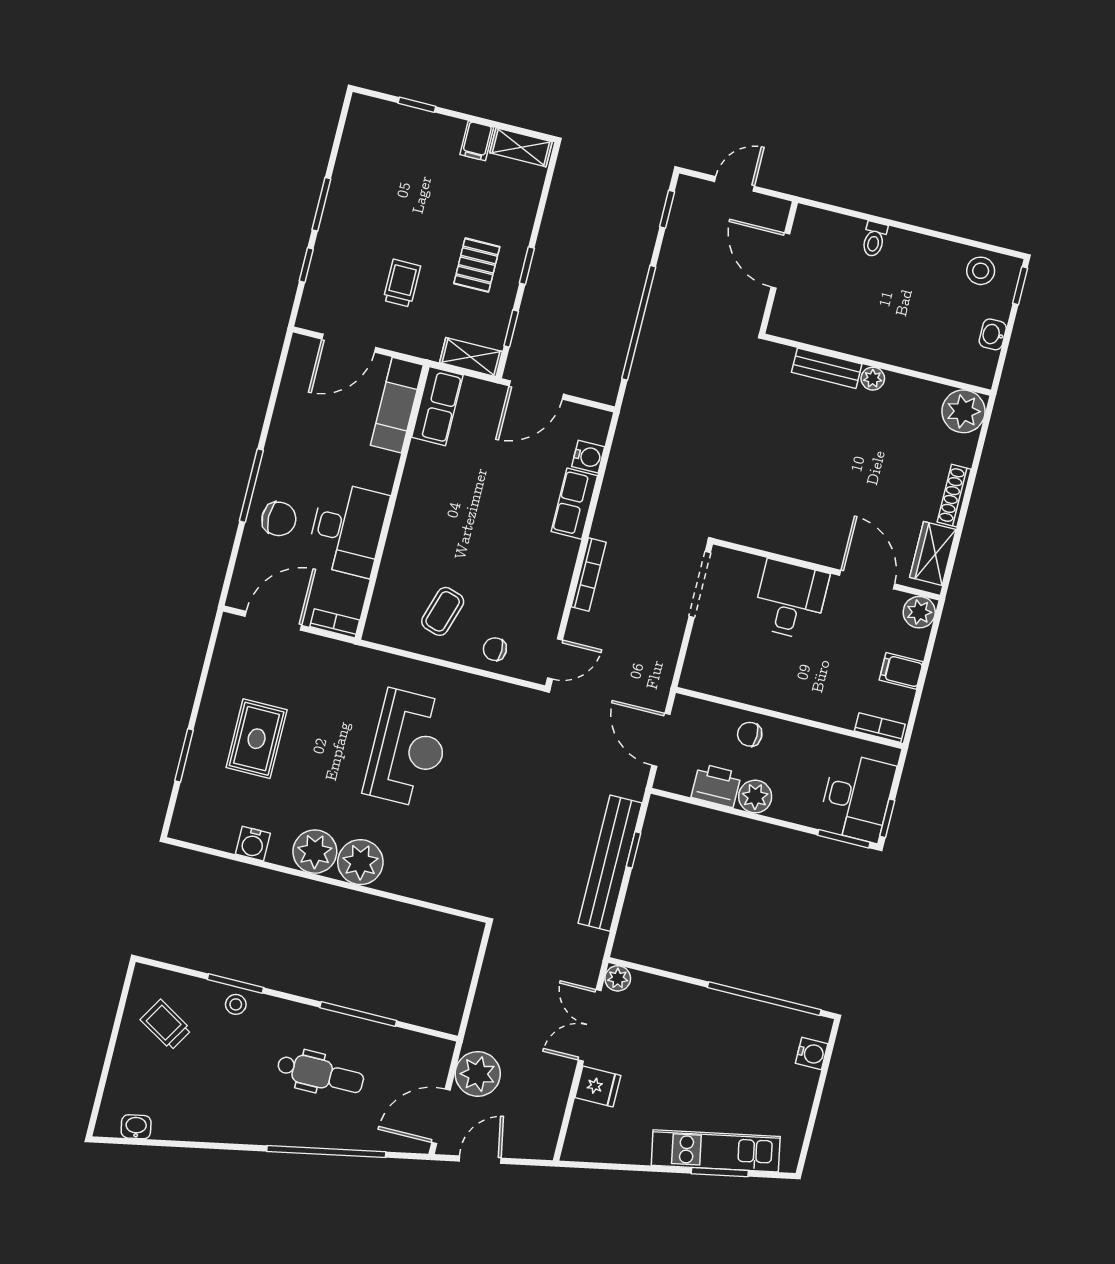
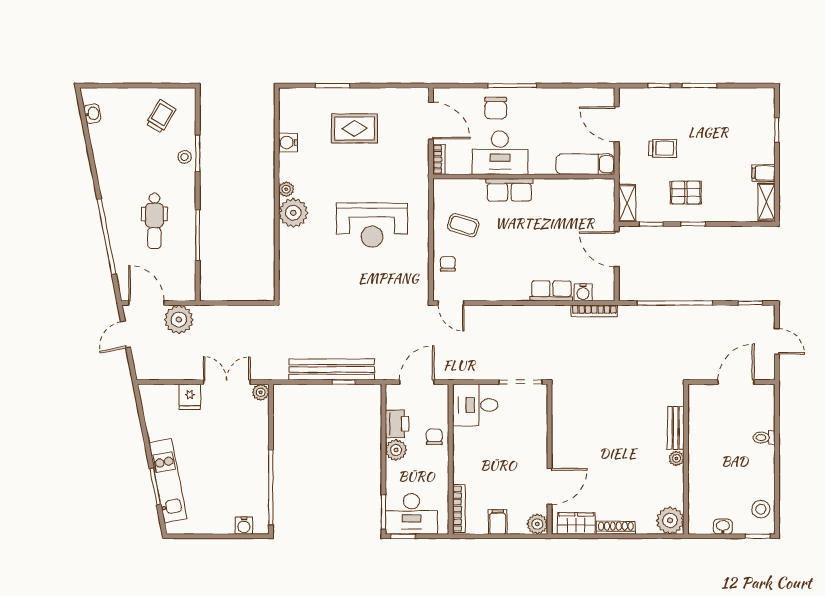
row of seats: (437, 406) -> (509, 190), moved
bookcase: (589, 575) -> (594, 311), moved
desk: (790, 600) -> (475, 405), moved, turned 180
bookcase: (880, 728) -> (459, 509), width x1.56
plant: (315, 852) -> (286, 189), width x0.53, depth x0.53
door: (480, 1160) -> (126, 334), swing flipped

